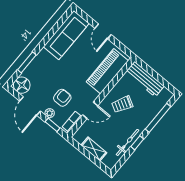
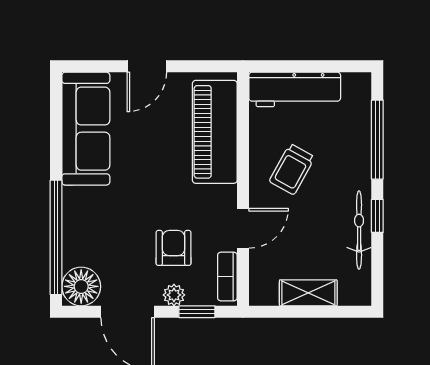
door: (103, 31) -> (147, 66), hinge flipped
window: (27, 62) -> (56, 237), width x2.11

